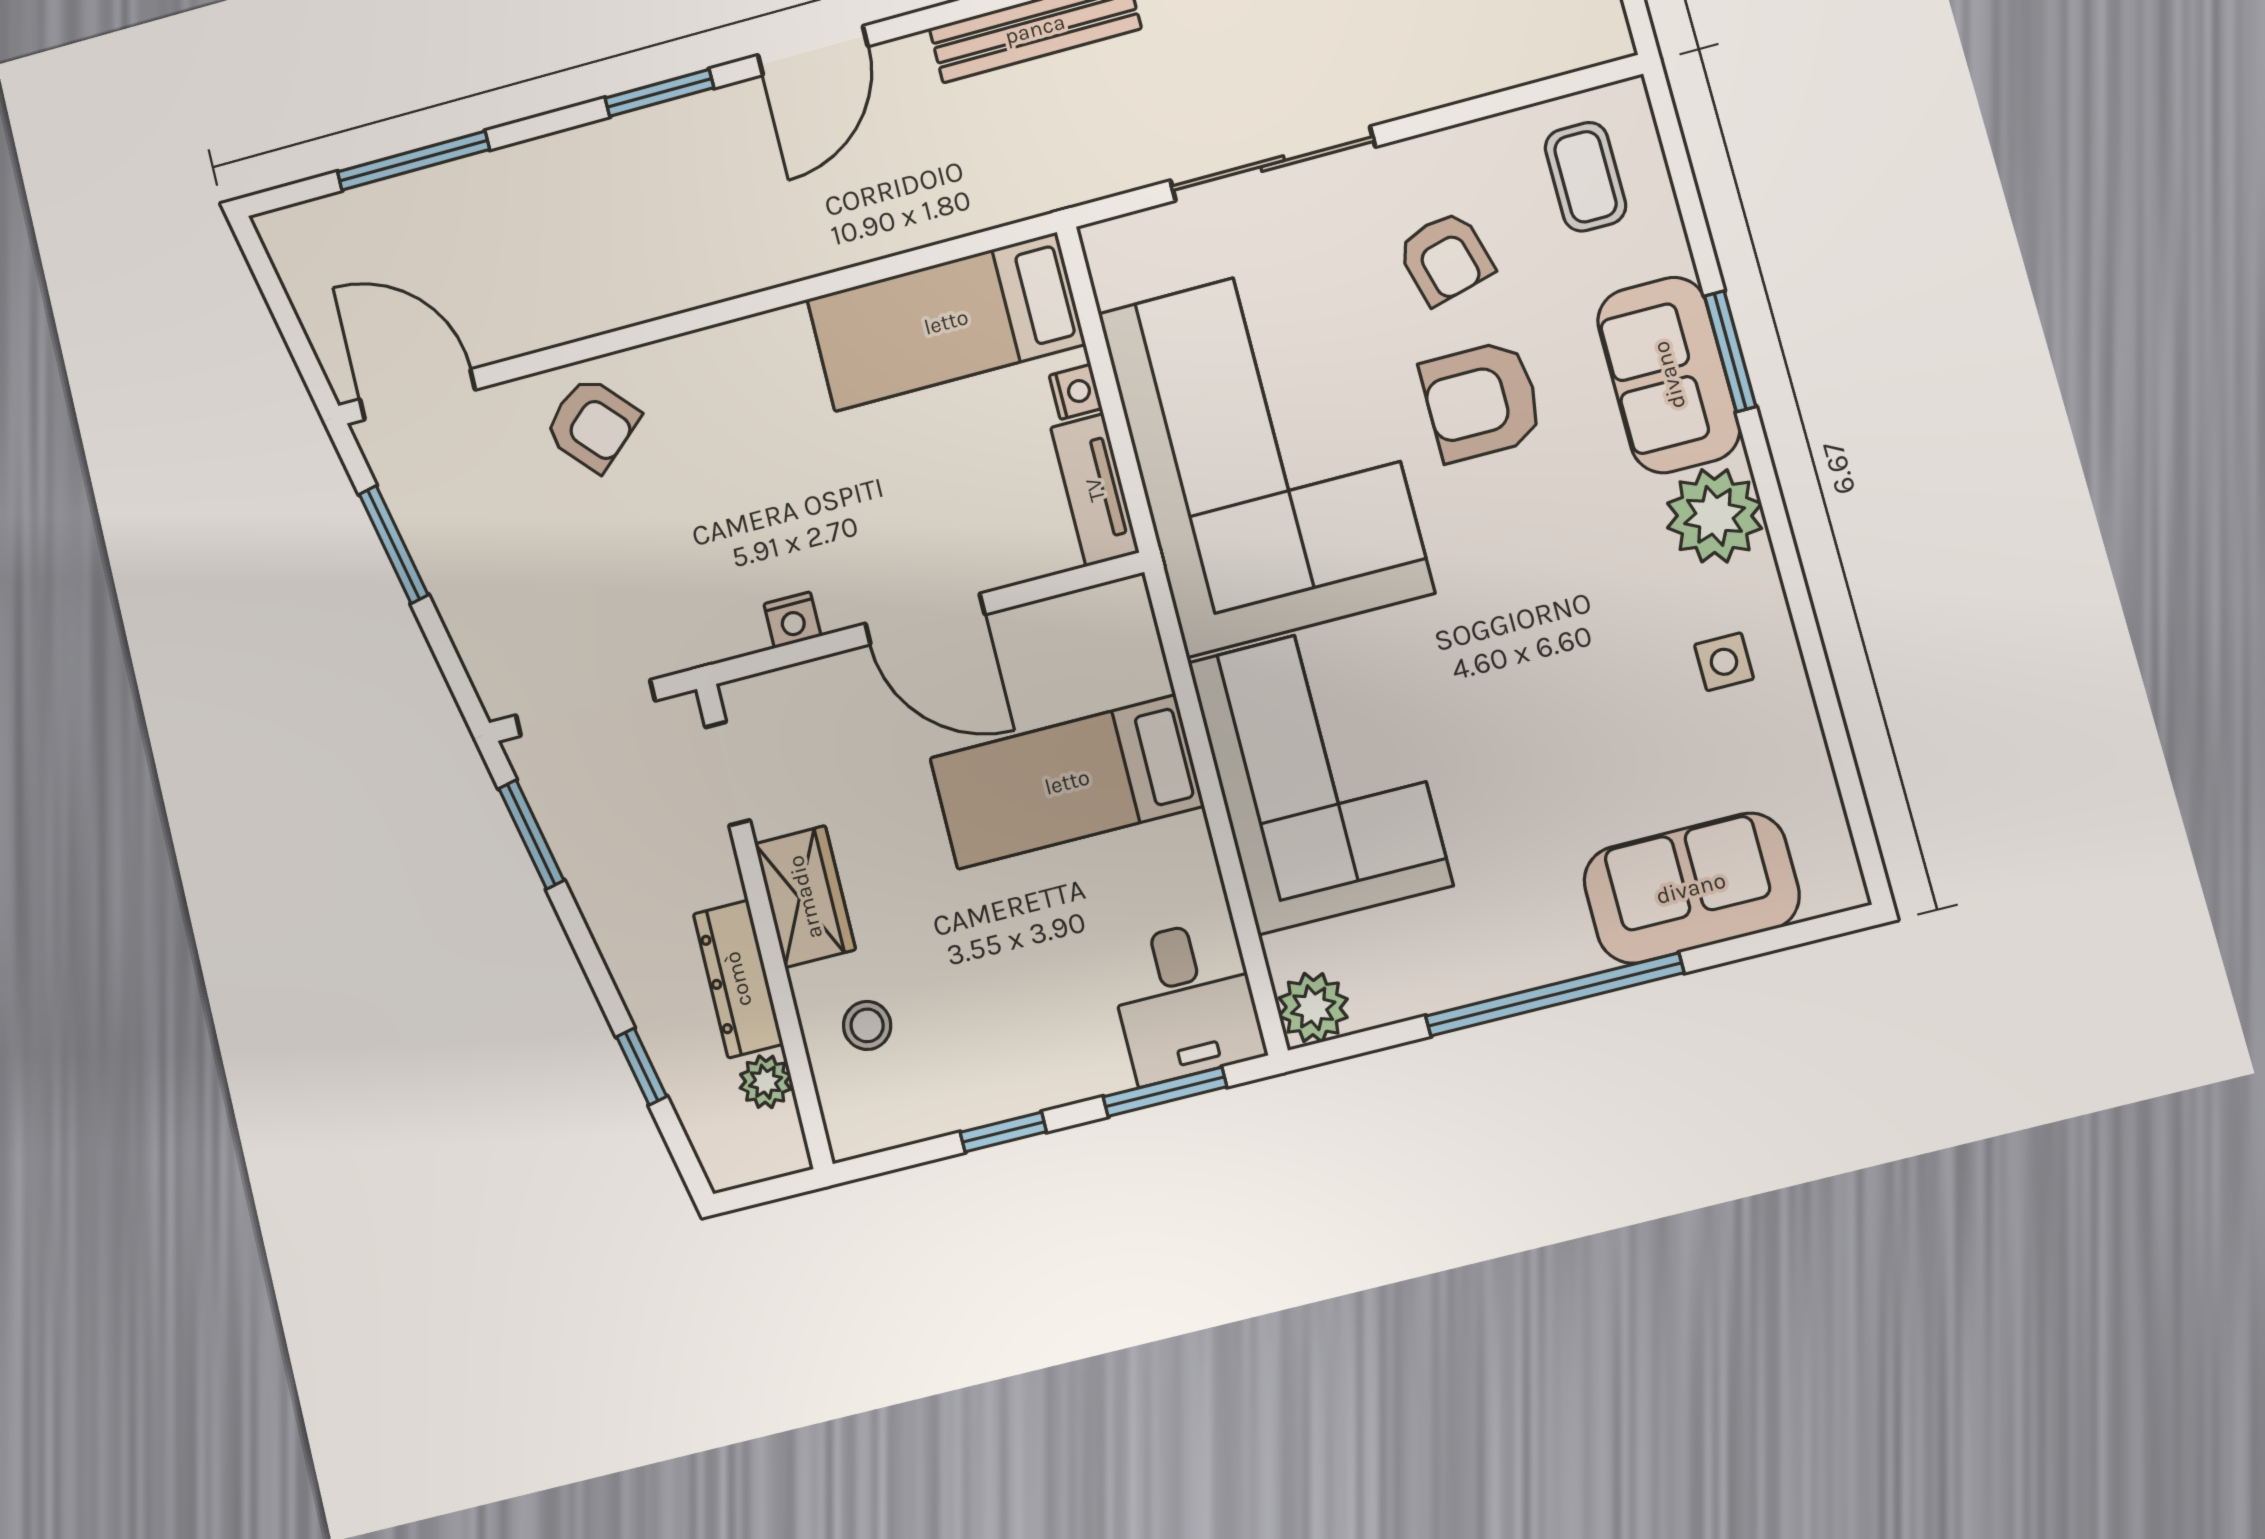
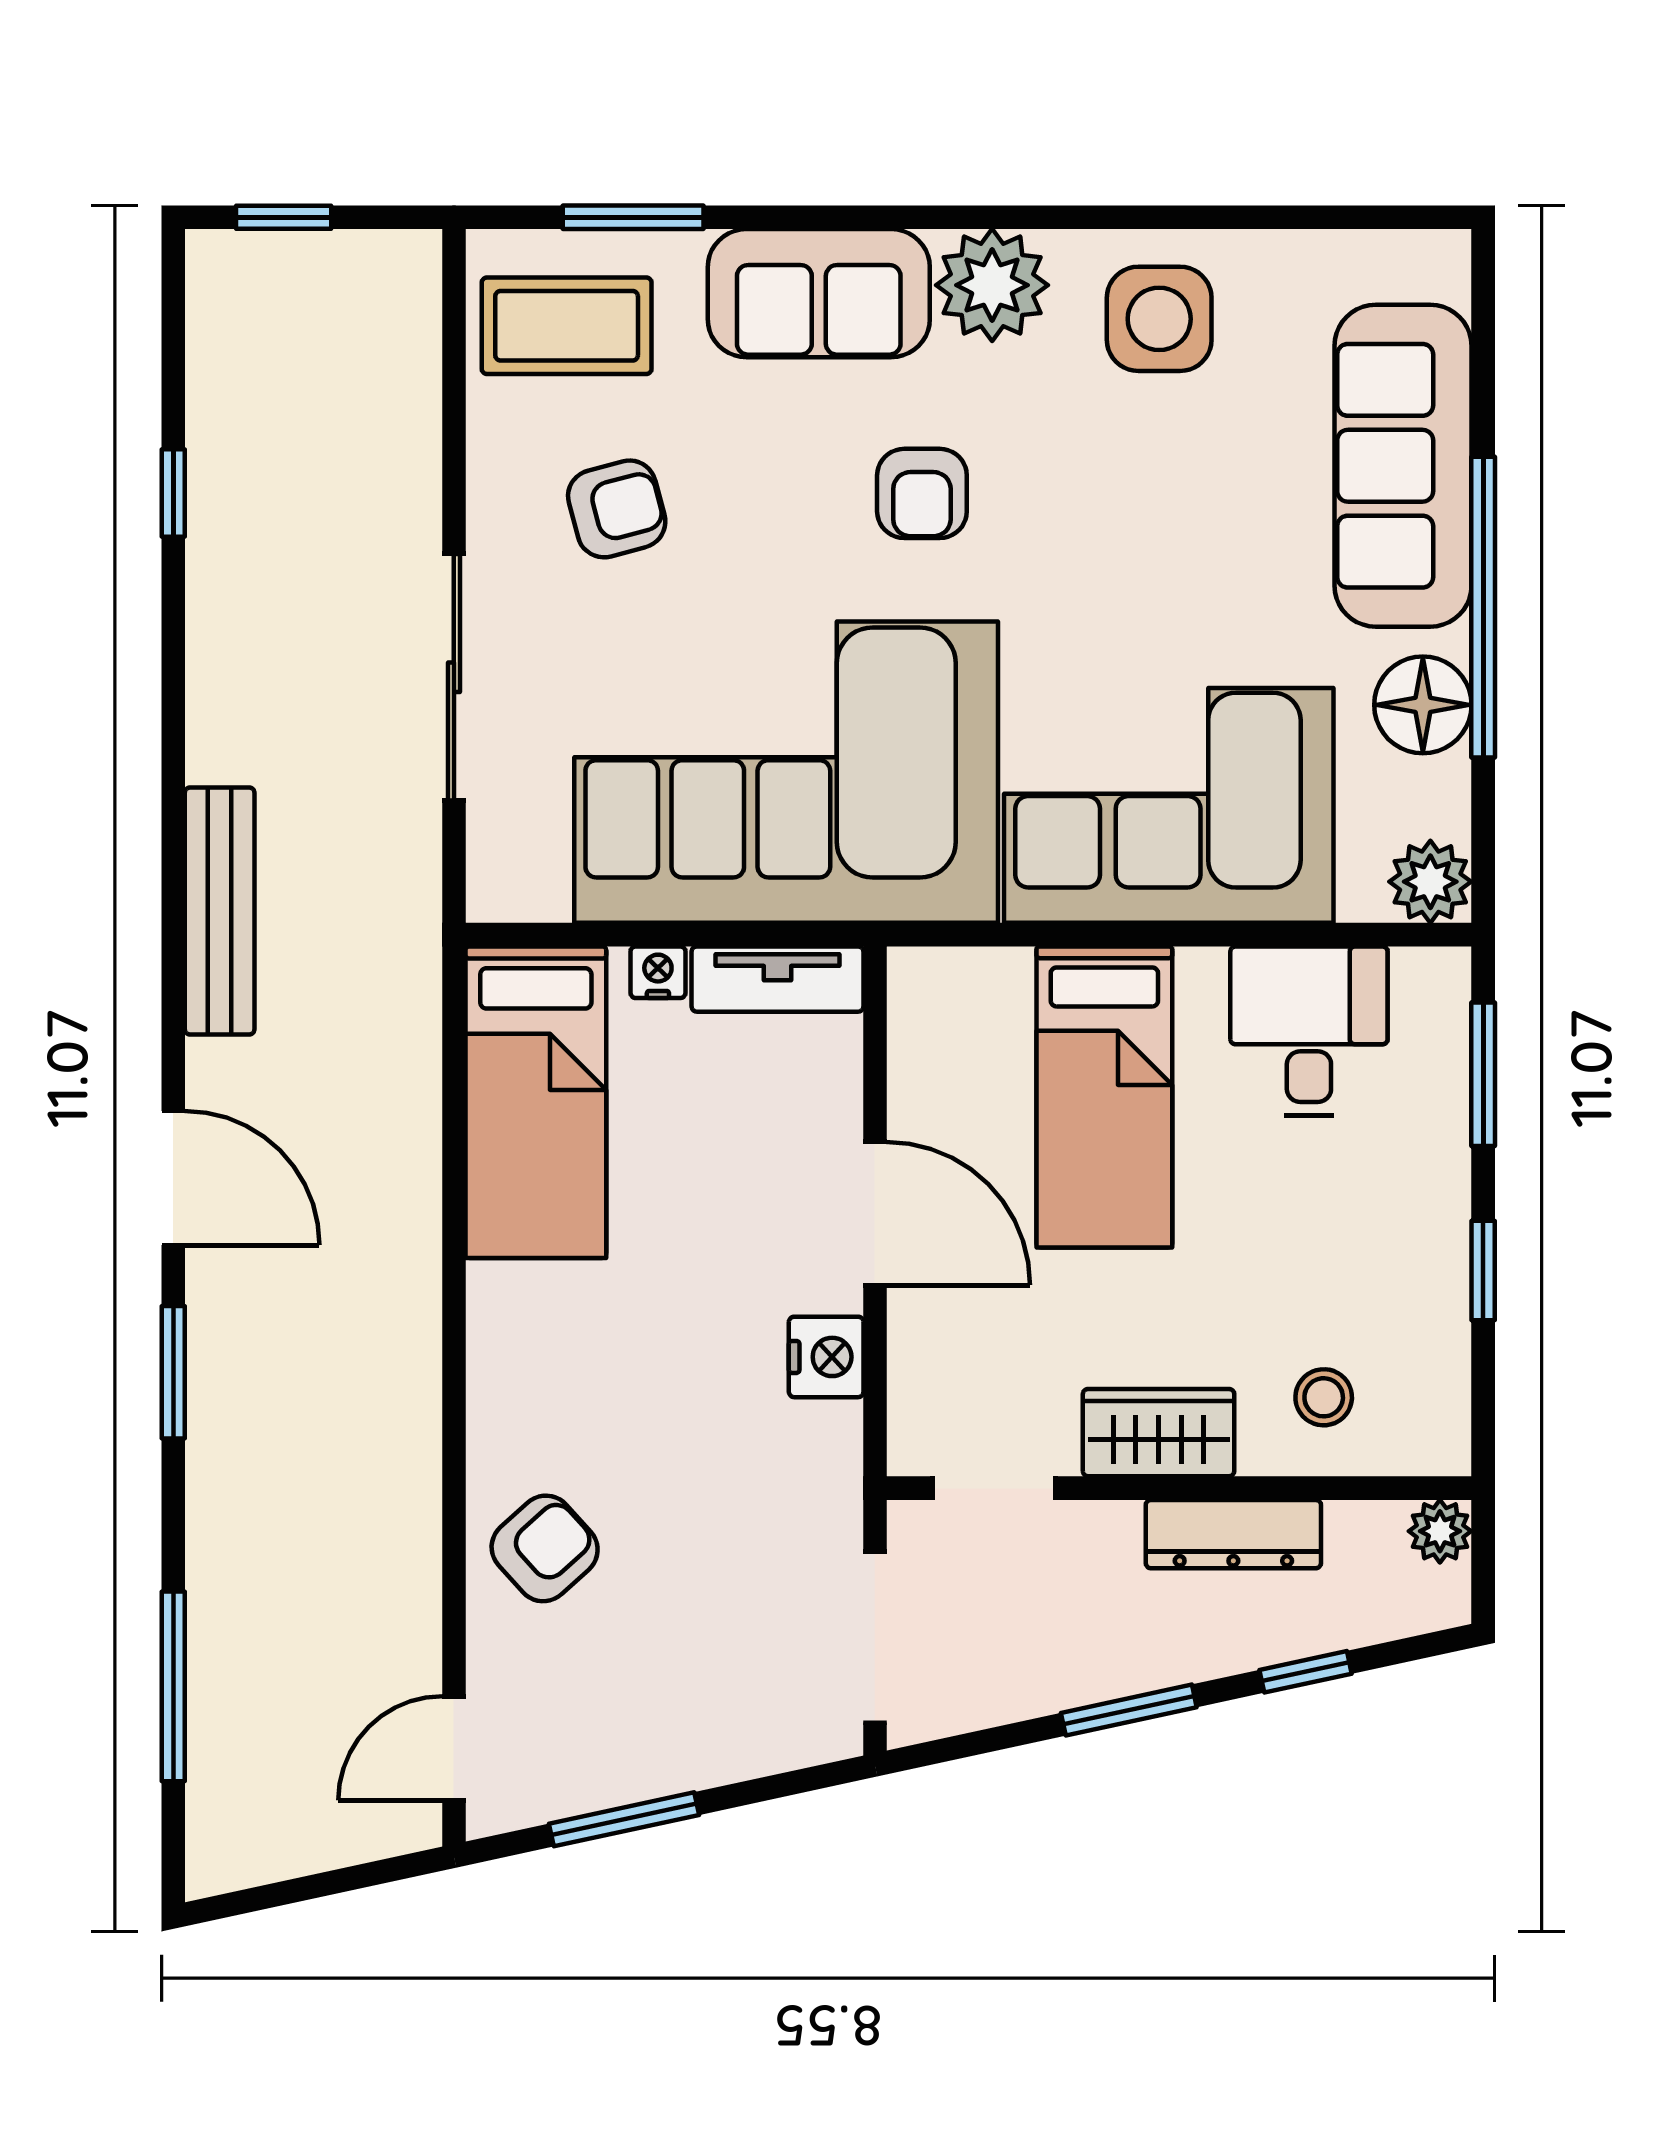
coffee table: (1585, 177) -> (567, 326), width x1.36, depth x1.30
window: (1730, 351) -> (633, 217), moved
door: (417, 395) -> (454, 1748), width x0.73
armchair: (1482, 401) -> (922, 493), moved, width x0.72, depth x0.72
door: (925, 619) -> (875, 1213), hinge flipped
nightstand: (792, 620) -> (826, 1357), width x1.39, depth x1.35
side table: (1724, 662) -> (1159, 319), width x1.87, depth x1.87
window: (531, 834) -> (1129, 1710), moved
sofa: (1691, 888) -> (1403, 466), width x1.36
floor lamp: (1459, 964) -> (1423, 705), added
desk: (1185, 1001) -> (1309, 1031), moved, turned -90
plant: (766, 1082) -> (1440, 1531), moved

